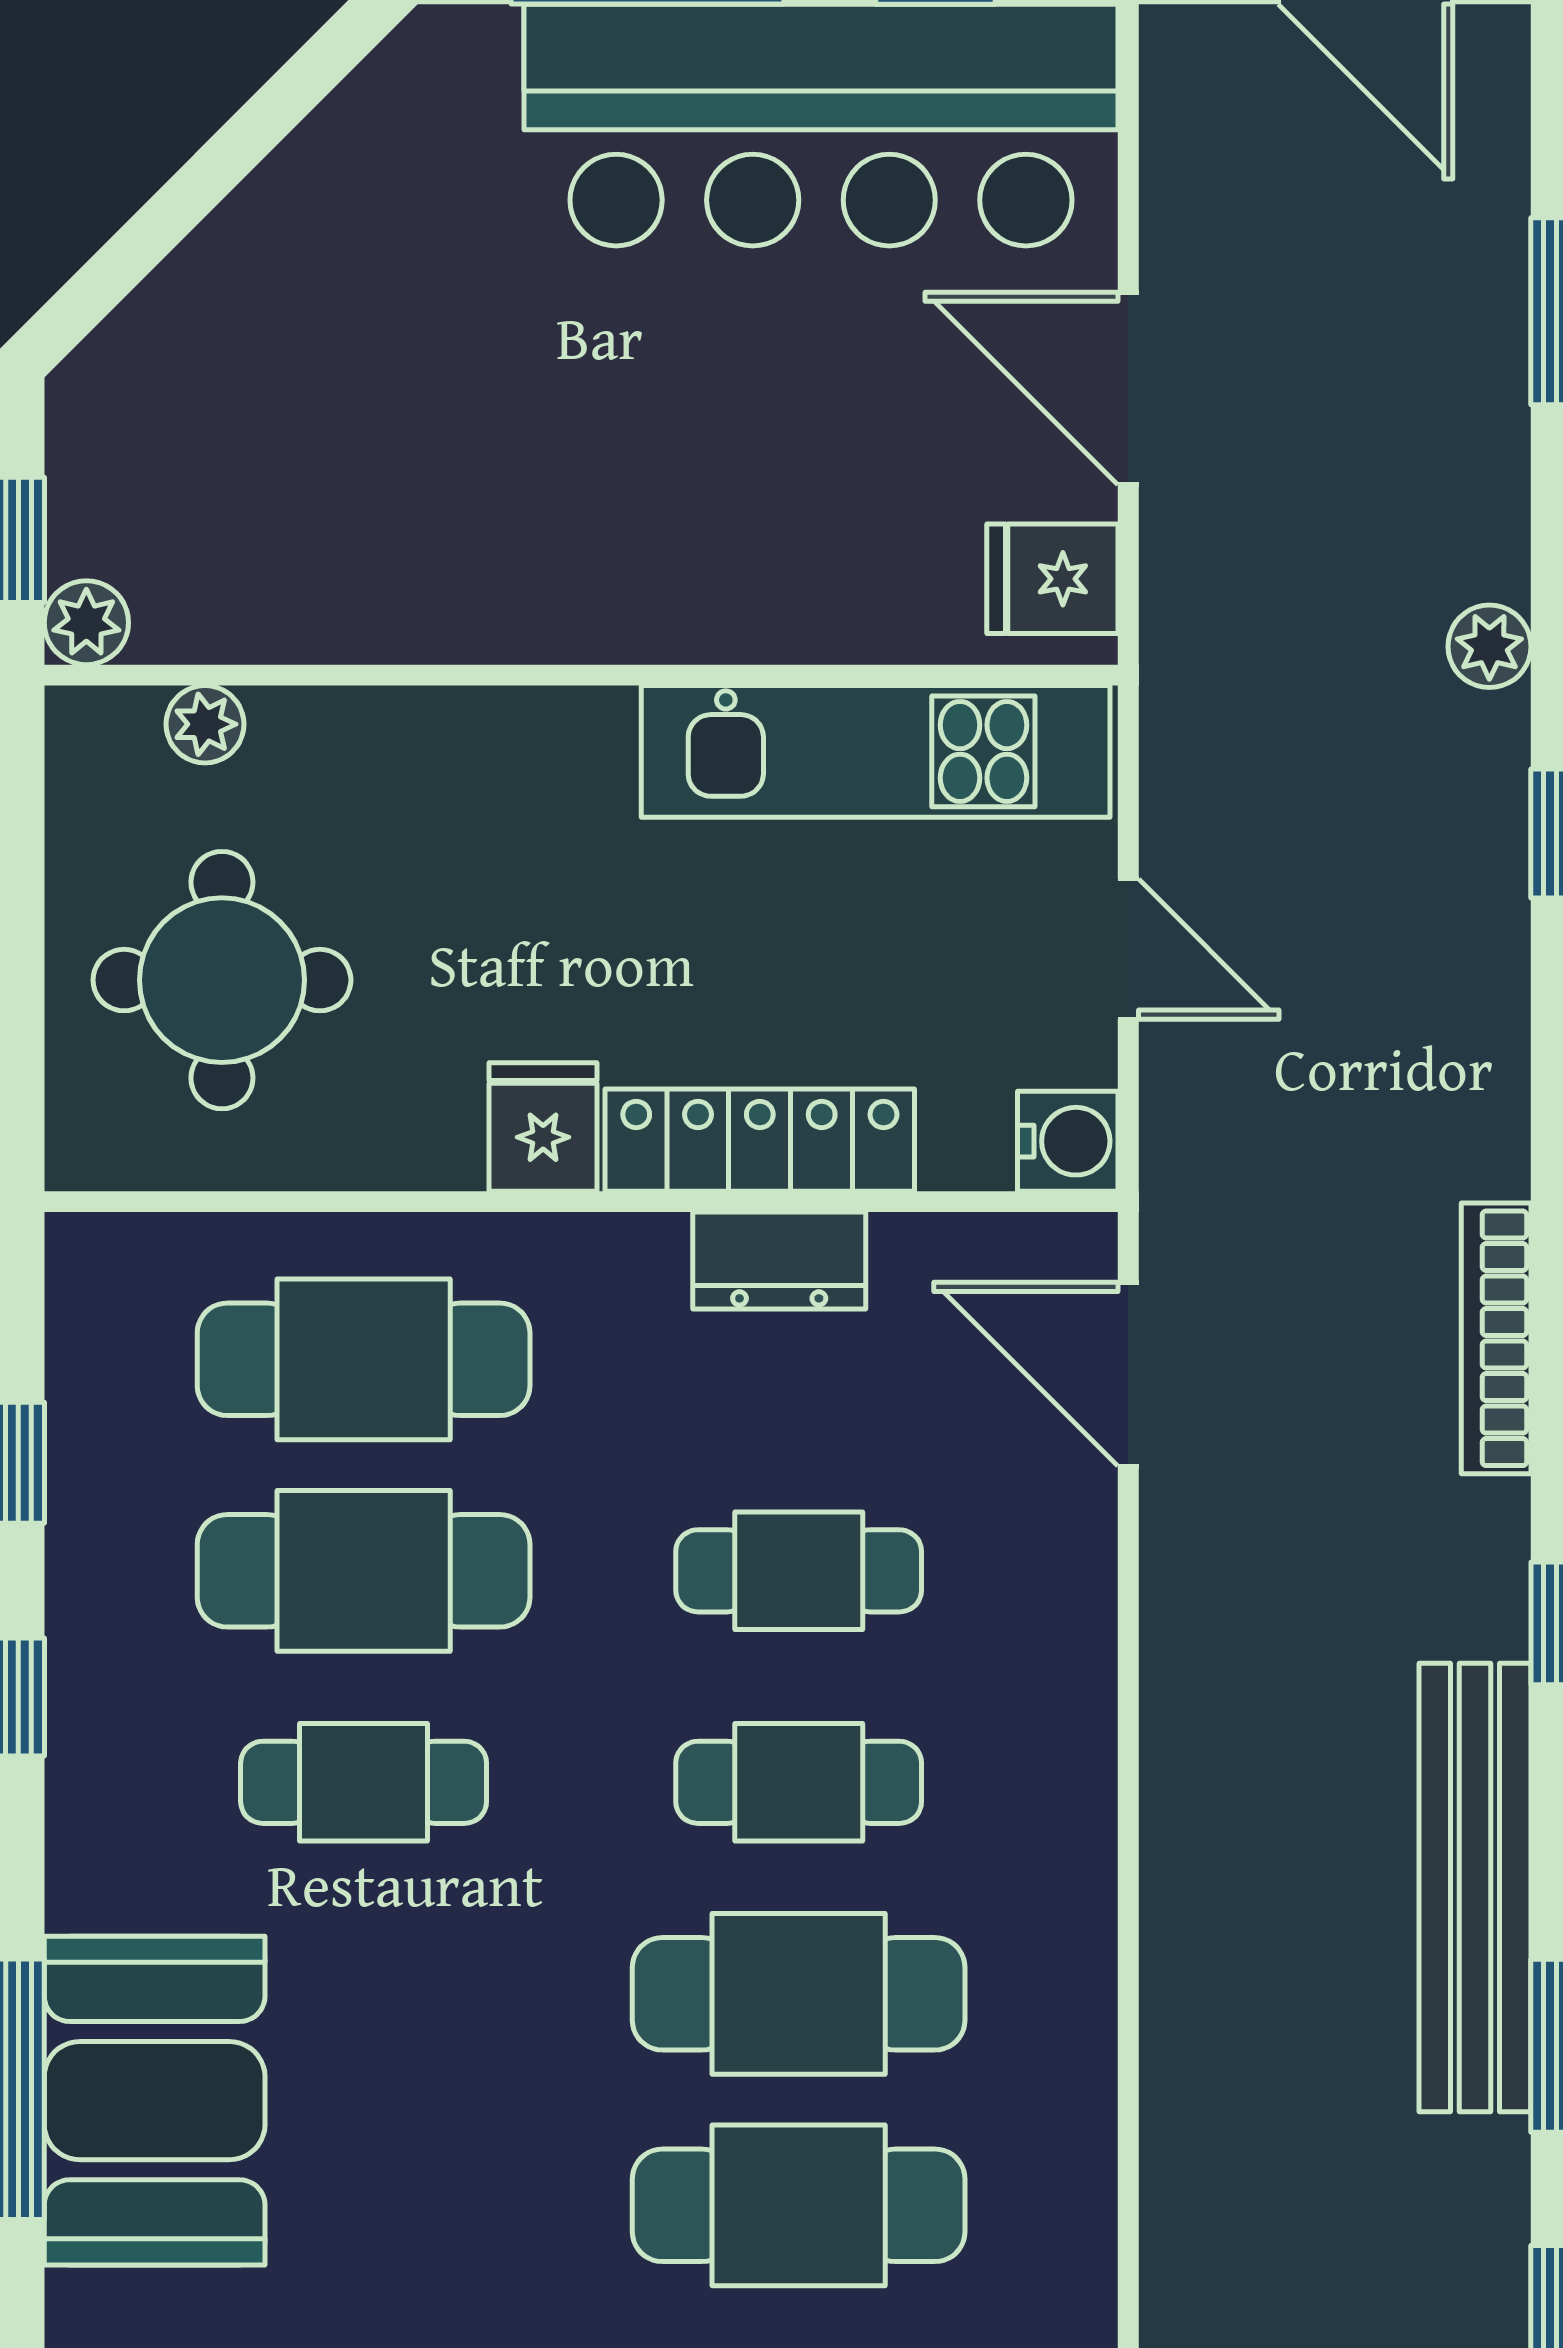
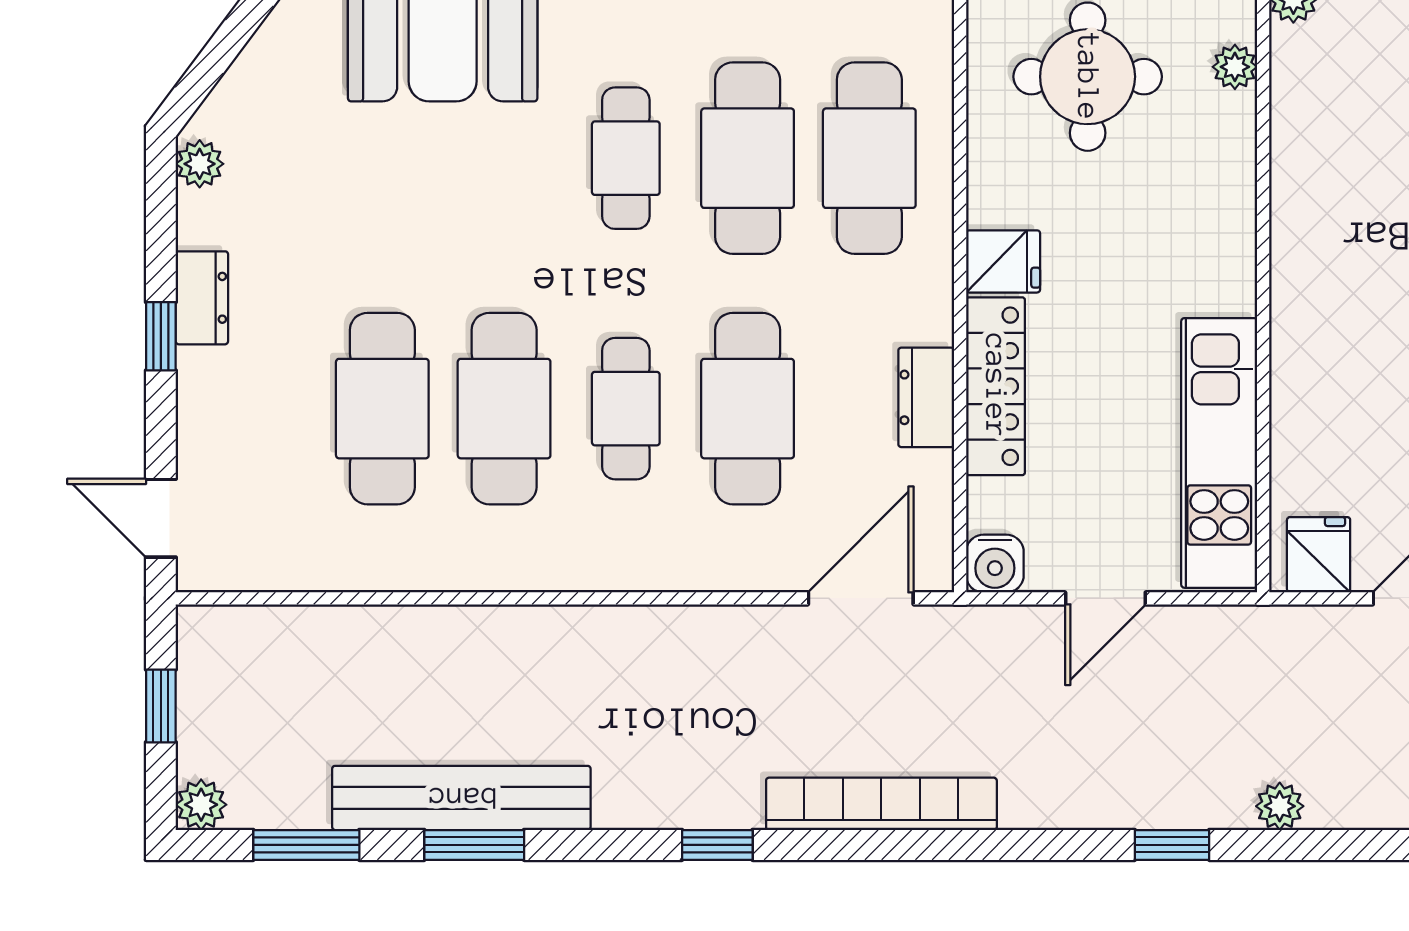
bookcase: (1496, 1338) -> (881, 804), width x1.48, depth x1.31
cafe table: (799, 1571) -> (748, 409), width x1.37, depth x1.35
bench: (1475, 1888) -> (461, 798), moved

